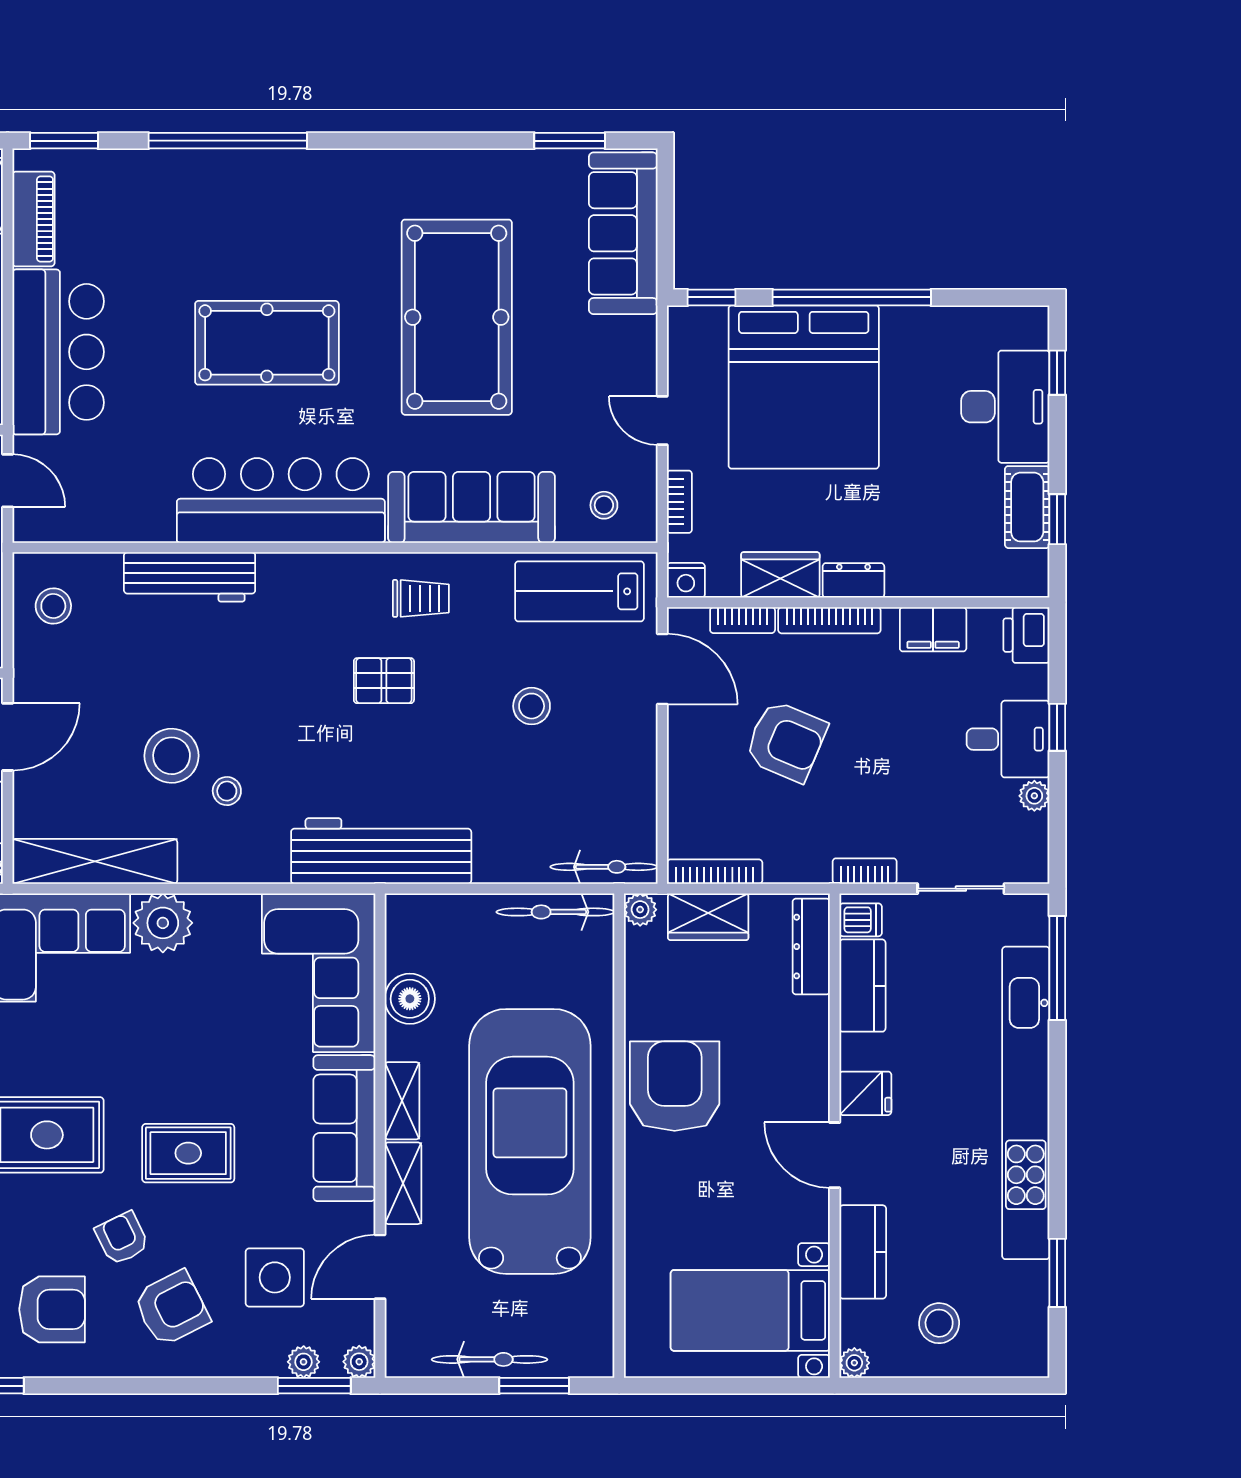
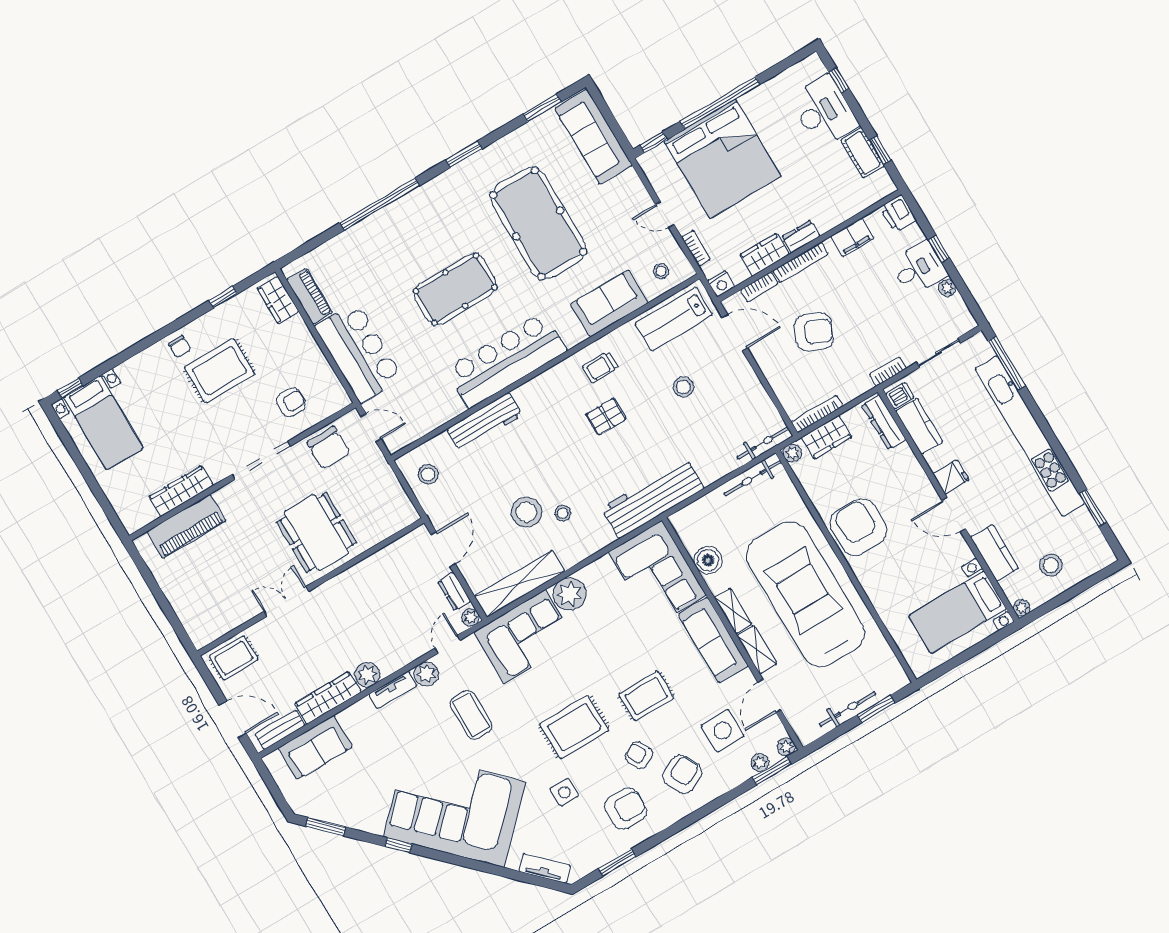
window: (64, 141) -> (464, 154), moved
sofa: (471, 507) -> (609, 303), width x0.73
trolley: (421, 598) -> (600, 367), turned 180

